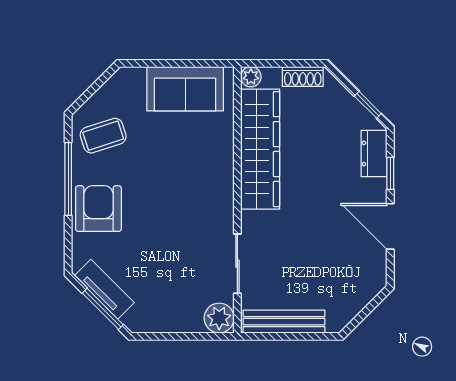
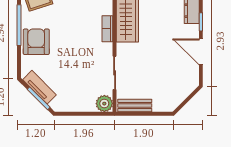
bookcase: (225, 186) -> (107, 29), added
bench: (284, 322) -> (135, 106), width x0.73

